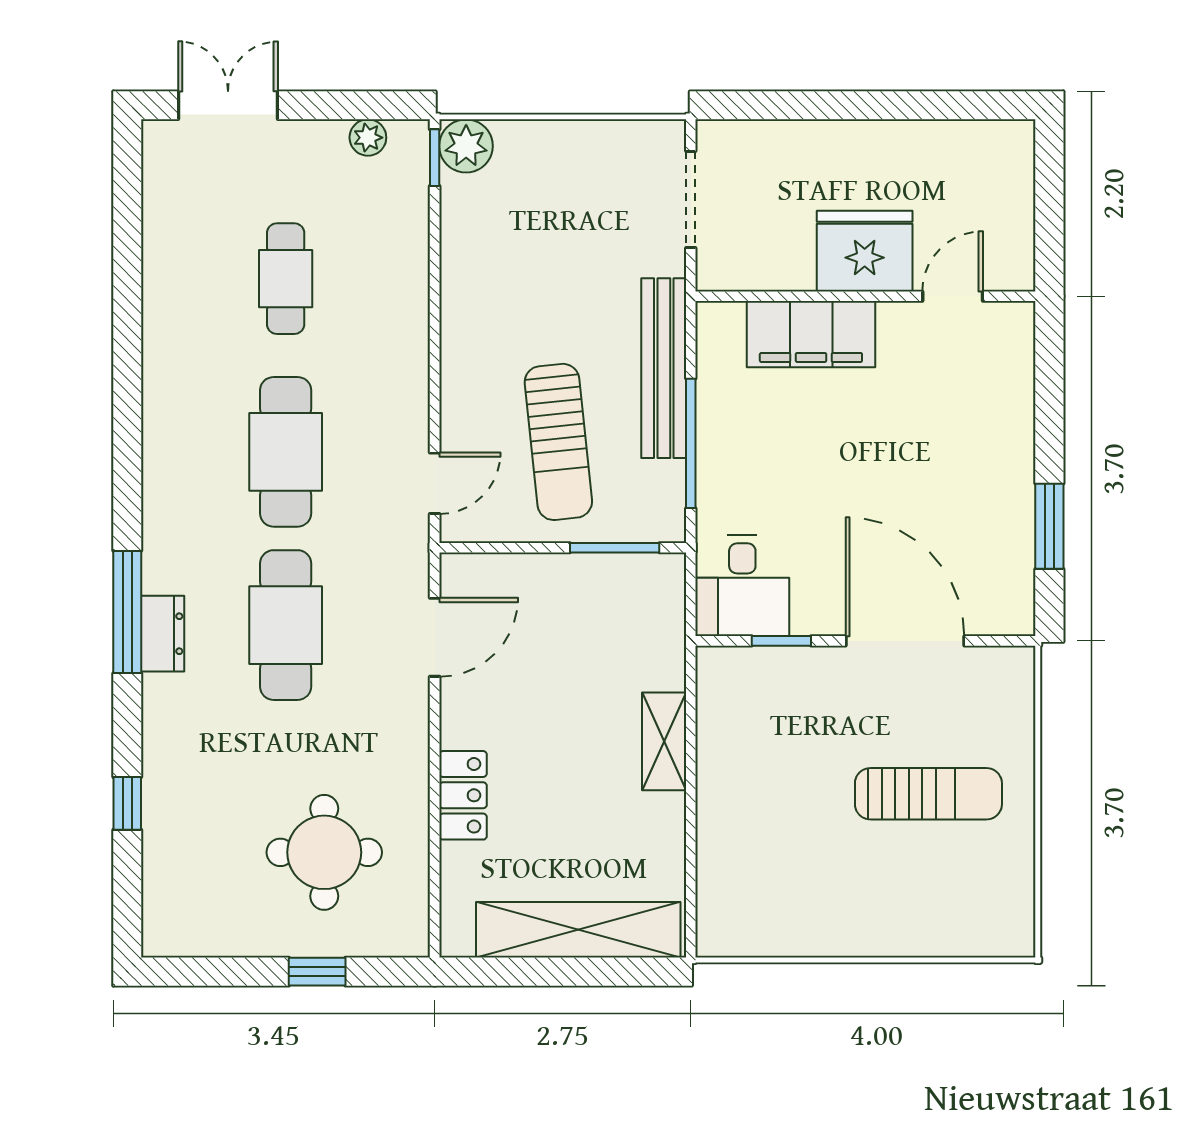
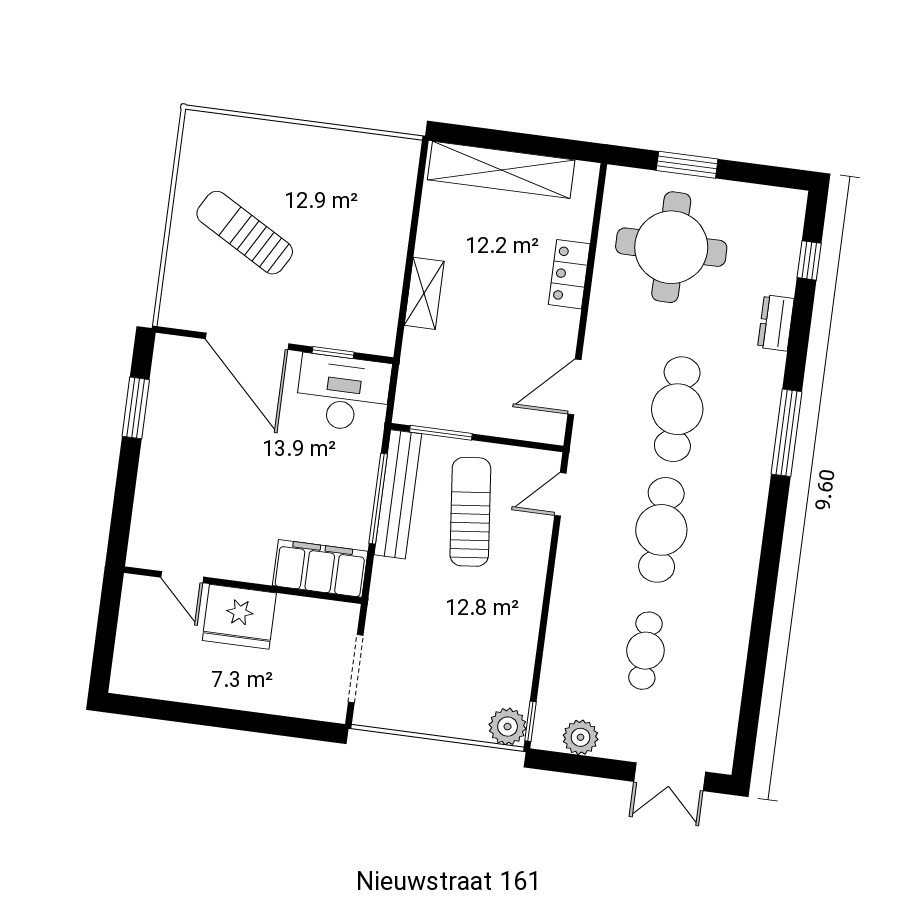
plant: (368, 138) -> (581, 737), width x1.38, depth x1.38
door: (953, 296) -> (182, 577), hinge flipped
filing cabinet: (811, 334) -> (320, 568), moved
bench: (664, 368) -> (398, 494), moved
desk: (742, 586) -> (343, 393), width x1.37
dresser: (163, 634) -> (776, 323), moved
sun lounger: (928, 794) -> (245, 233), turned 30
window: (127, 803) -> (809, 260), moved
round table: (324, 852) -> (671, 247), width x1.36, depth x1.36
window: (317, 972) -> (687, 165), width x1.50

